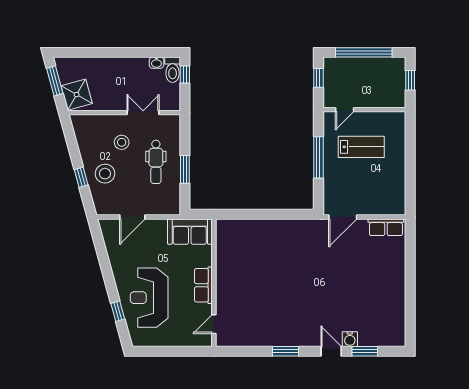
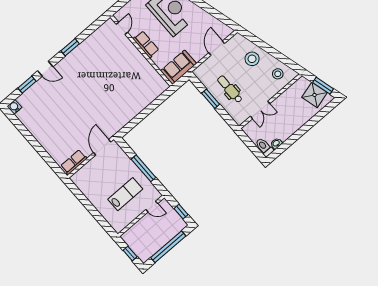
window: (185, 75) -> (255, 150), removed
shower: (77, 95) -> (315, 95), moved
door: (345, 110) -> (152, 207), swing flipped
stool: (122, 142) -> (278, 74), moved
lab bench: (361, 147) -> (125, 194), turned 180
window: (81, 177) -> (263, 46), removed
water cooler: (350, 339) -> (14, 107), moved

